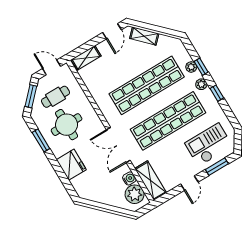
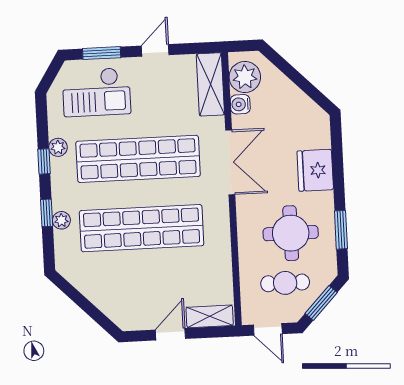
door: (112, 31) -> (170, 334), moved
shelving: (144, 36) -> (106, 303), removed
plant: (201, 84) -> (58, 147), moved

